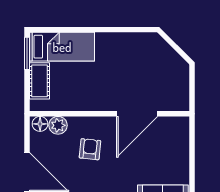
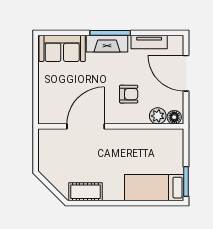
cot: (39, 81) -> (86, 192), moved, turned 90
armchair: (90, 149) -> (129, 94), turned -96

